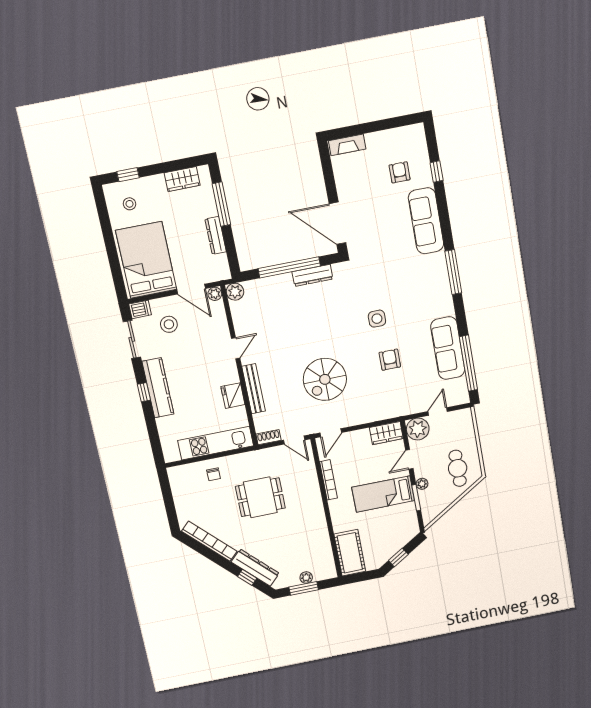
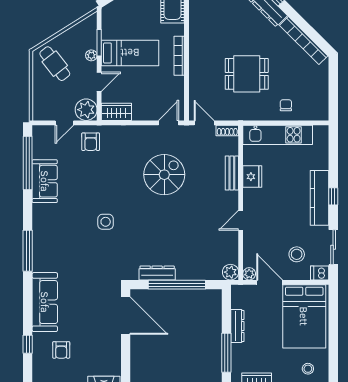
sofa: (448, 348) -> (45, 181), width x0.73
armchair: (390, 360) -> (91, 142), moved
bench: (254, 389) -> (232, 173), width x0.73
cafe table: (458, 468) -> (55, 64), turned -38
bookcase: (329, 480) -> (179, 56), moved

